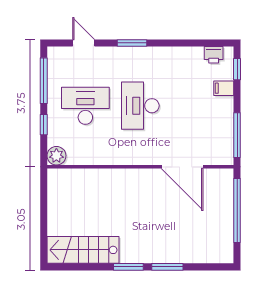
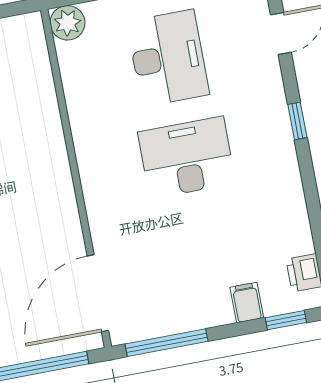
window: (132, 43) -> (297, 121), width x0.67
door: (182, 167) -> (98, 293), moved

